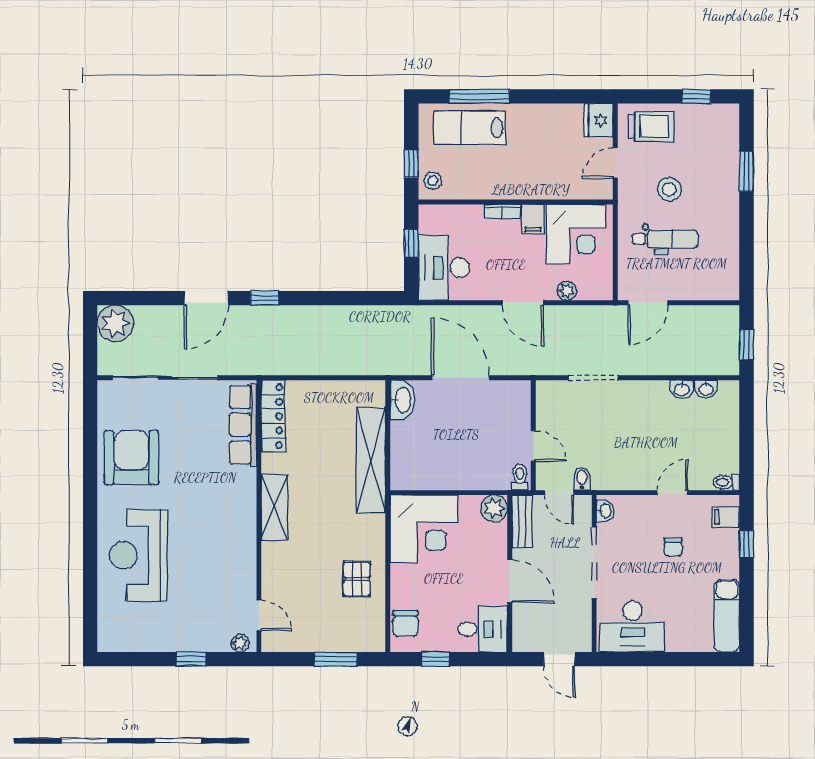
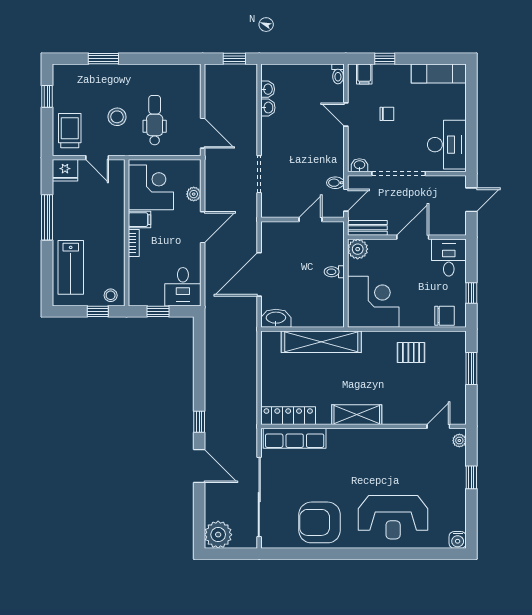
window: (479, 96) -> (47, 217), moved
desk: (444, 268) -> (183, 287), width x0.73
toilet: (520, 477) -> (334, 272), moved
water cooler: (108, 641) -> (458, 540), added

